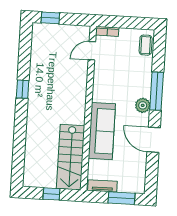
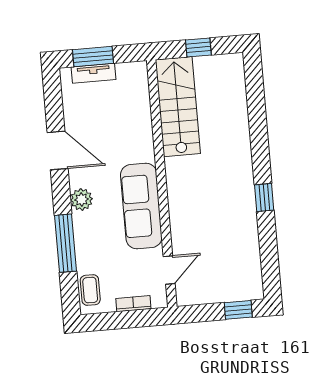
bookcase: (107, 31) -> (133, 304), moved
window: (157, 91) -> (66, 243), moved
sofa: (102, 131) -> (141, 206), moved
tv unit: (102, 186) -> (93, 73), moved

